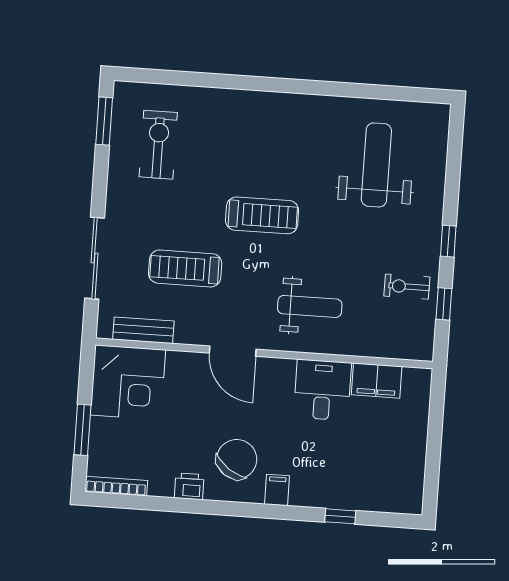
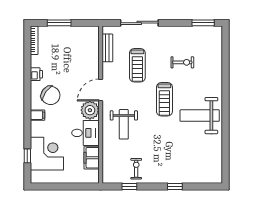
exercise bike: (158, 145) -> (182, 62), moved, width x0.73, depth x0.72
weight bench: (376, 165) -> (200, 116), moved, turned 180
window: (448, 241) -> (175, 186), moved
treadmill: (185, 268) -> (137, 65), turned 180
plant: (274, 377) -> (90, 110), added
corner desk: (128, 382) -> (47, 154), moved, turned 180
window: (340, 516) -> (27, 156), moved

